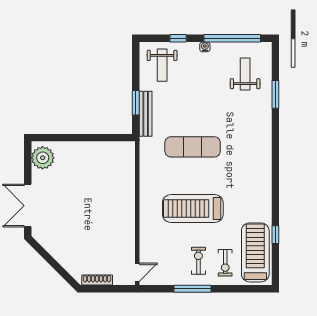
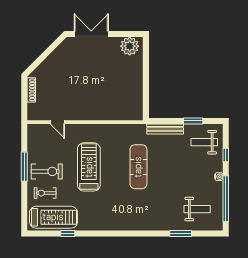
window: (136, 103) -> (193, 121), moved
exercise bike: (198, 261) -> (47, 171), width x1.38, depth x1.39
door: (137, 272) -> (57, 122), moved

